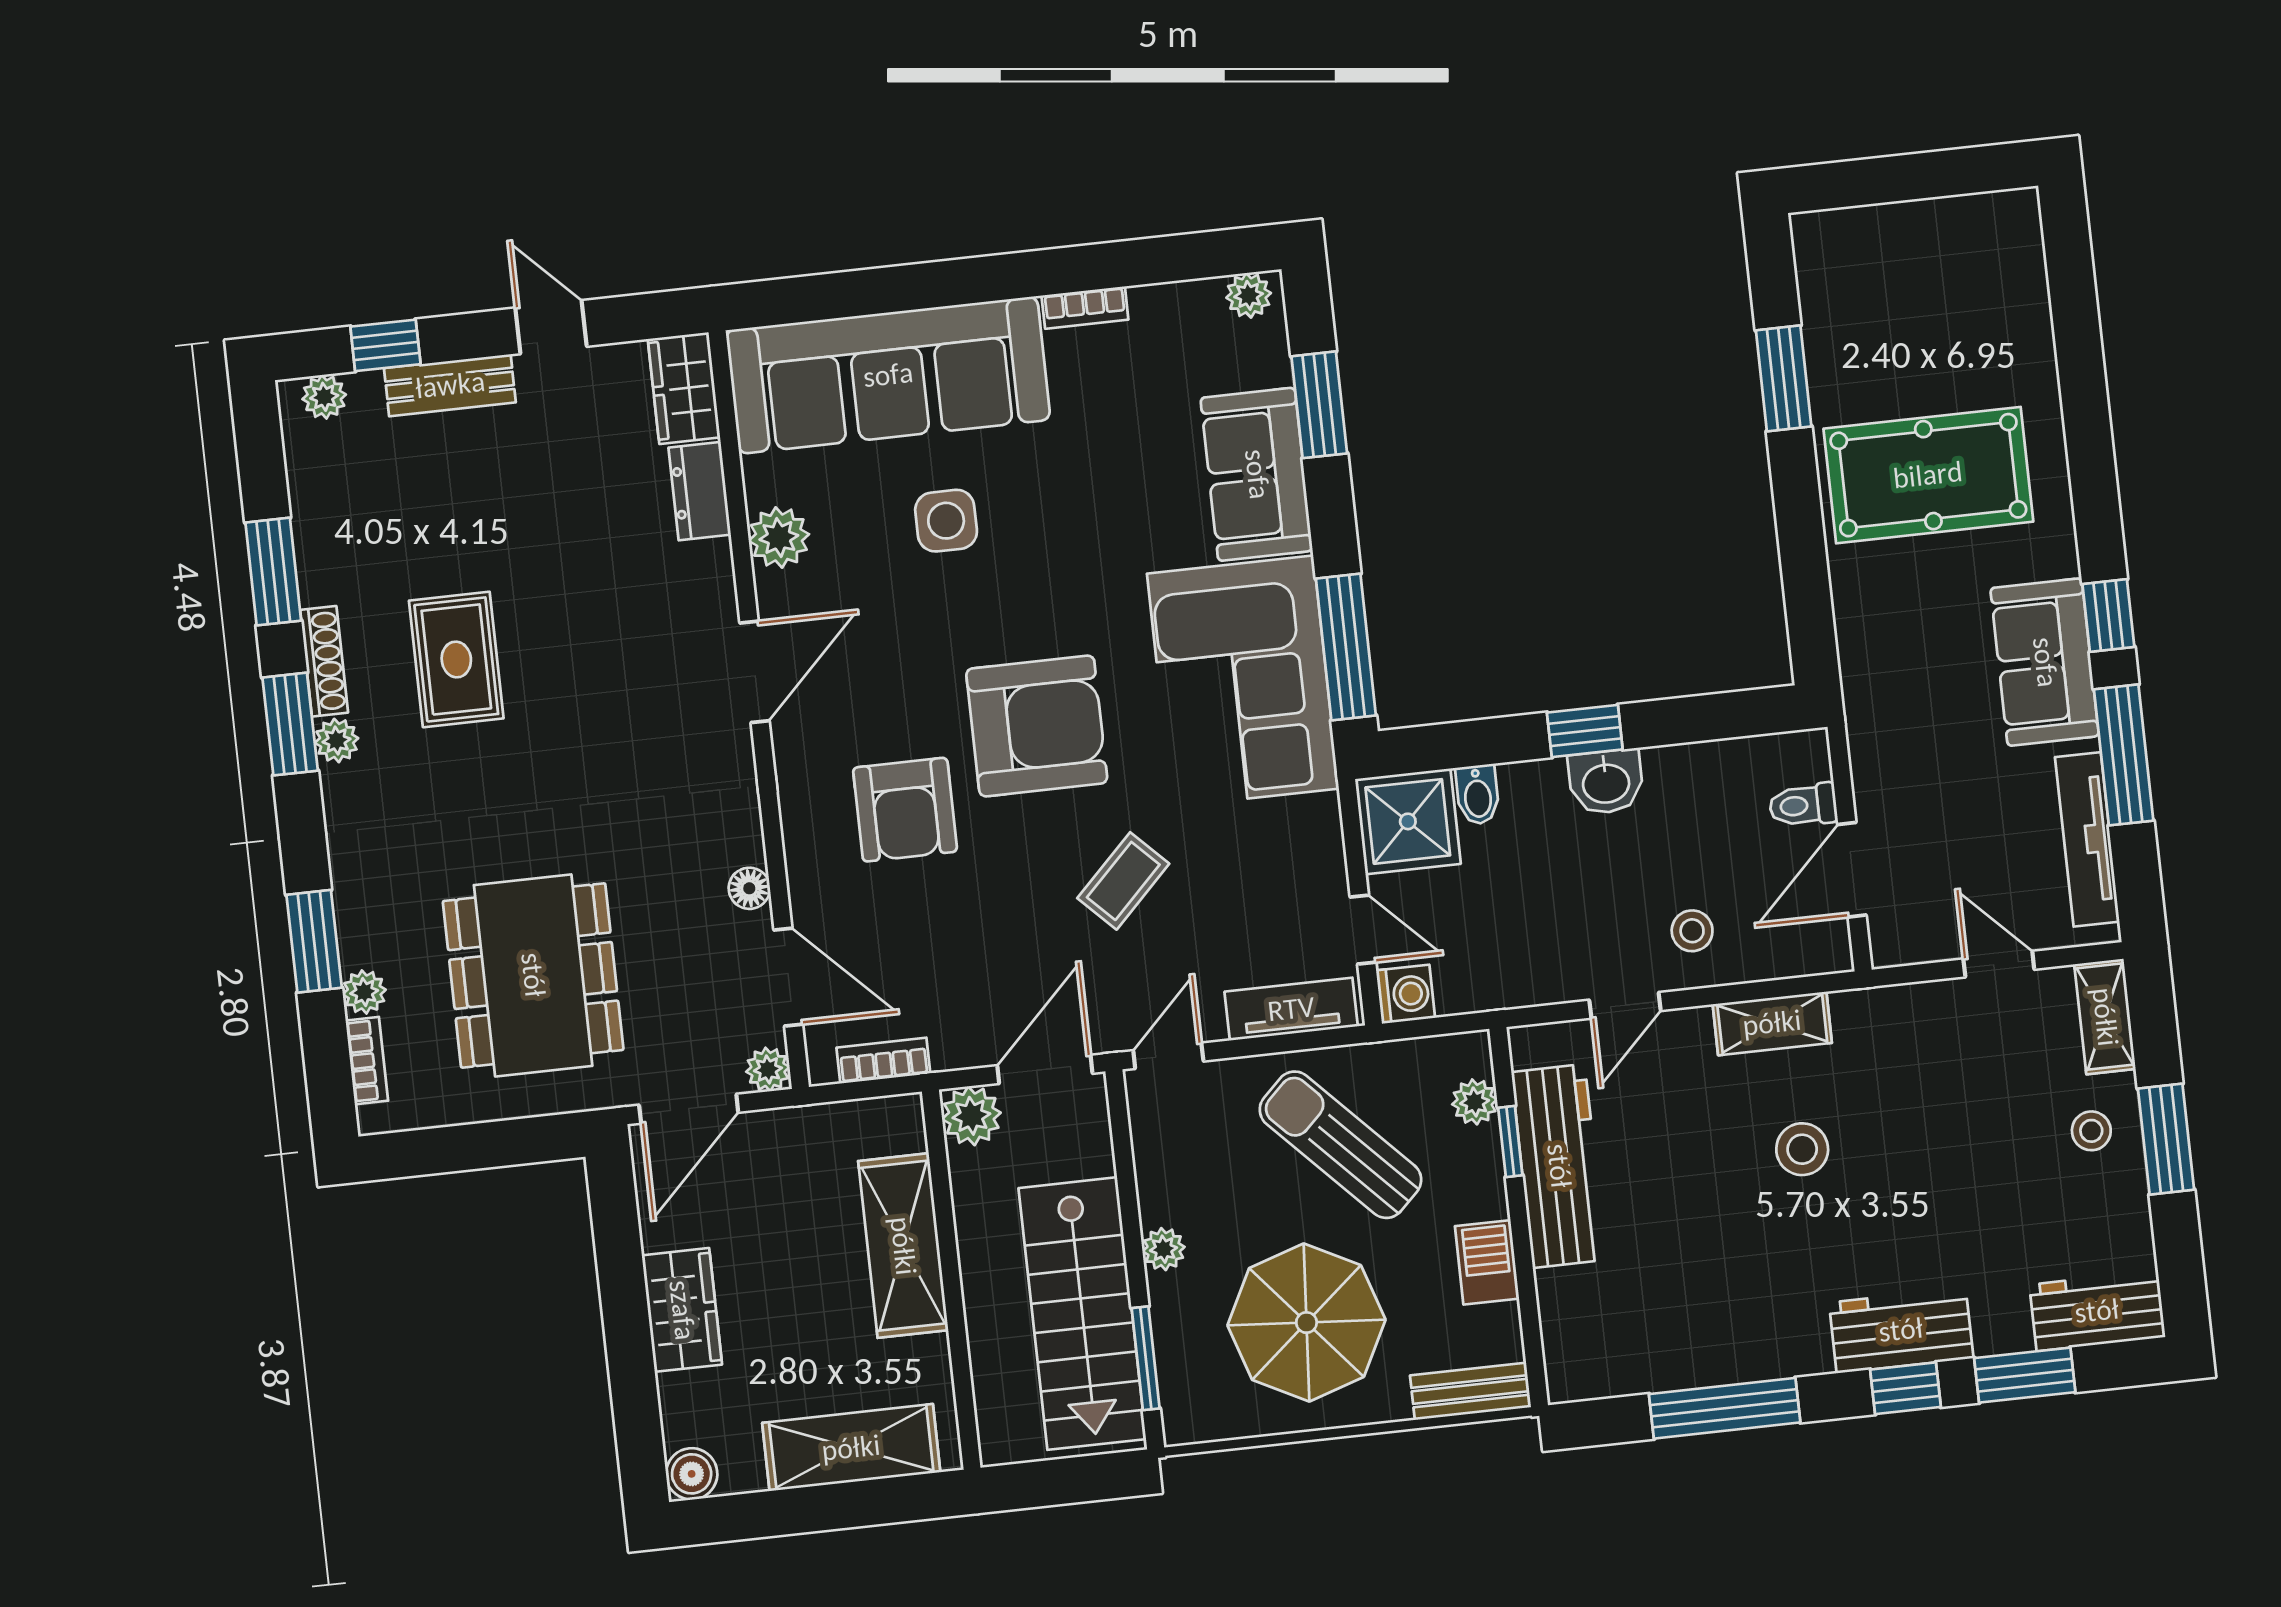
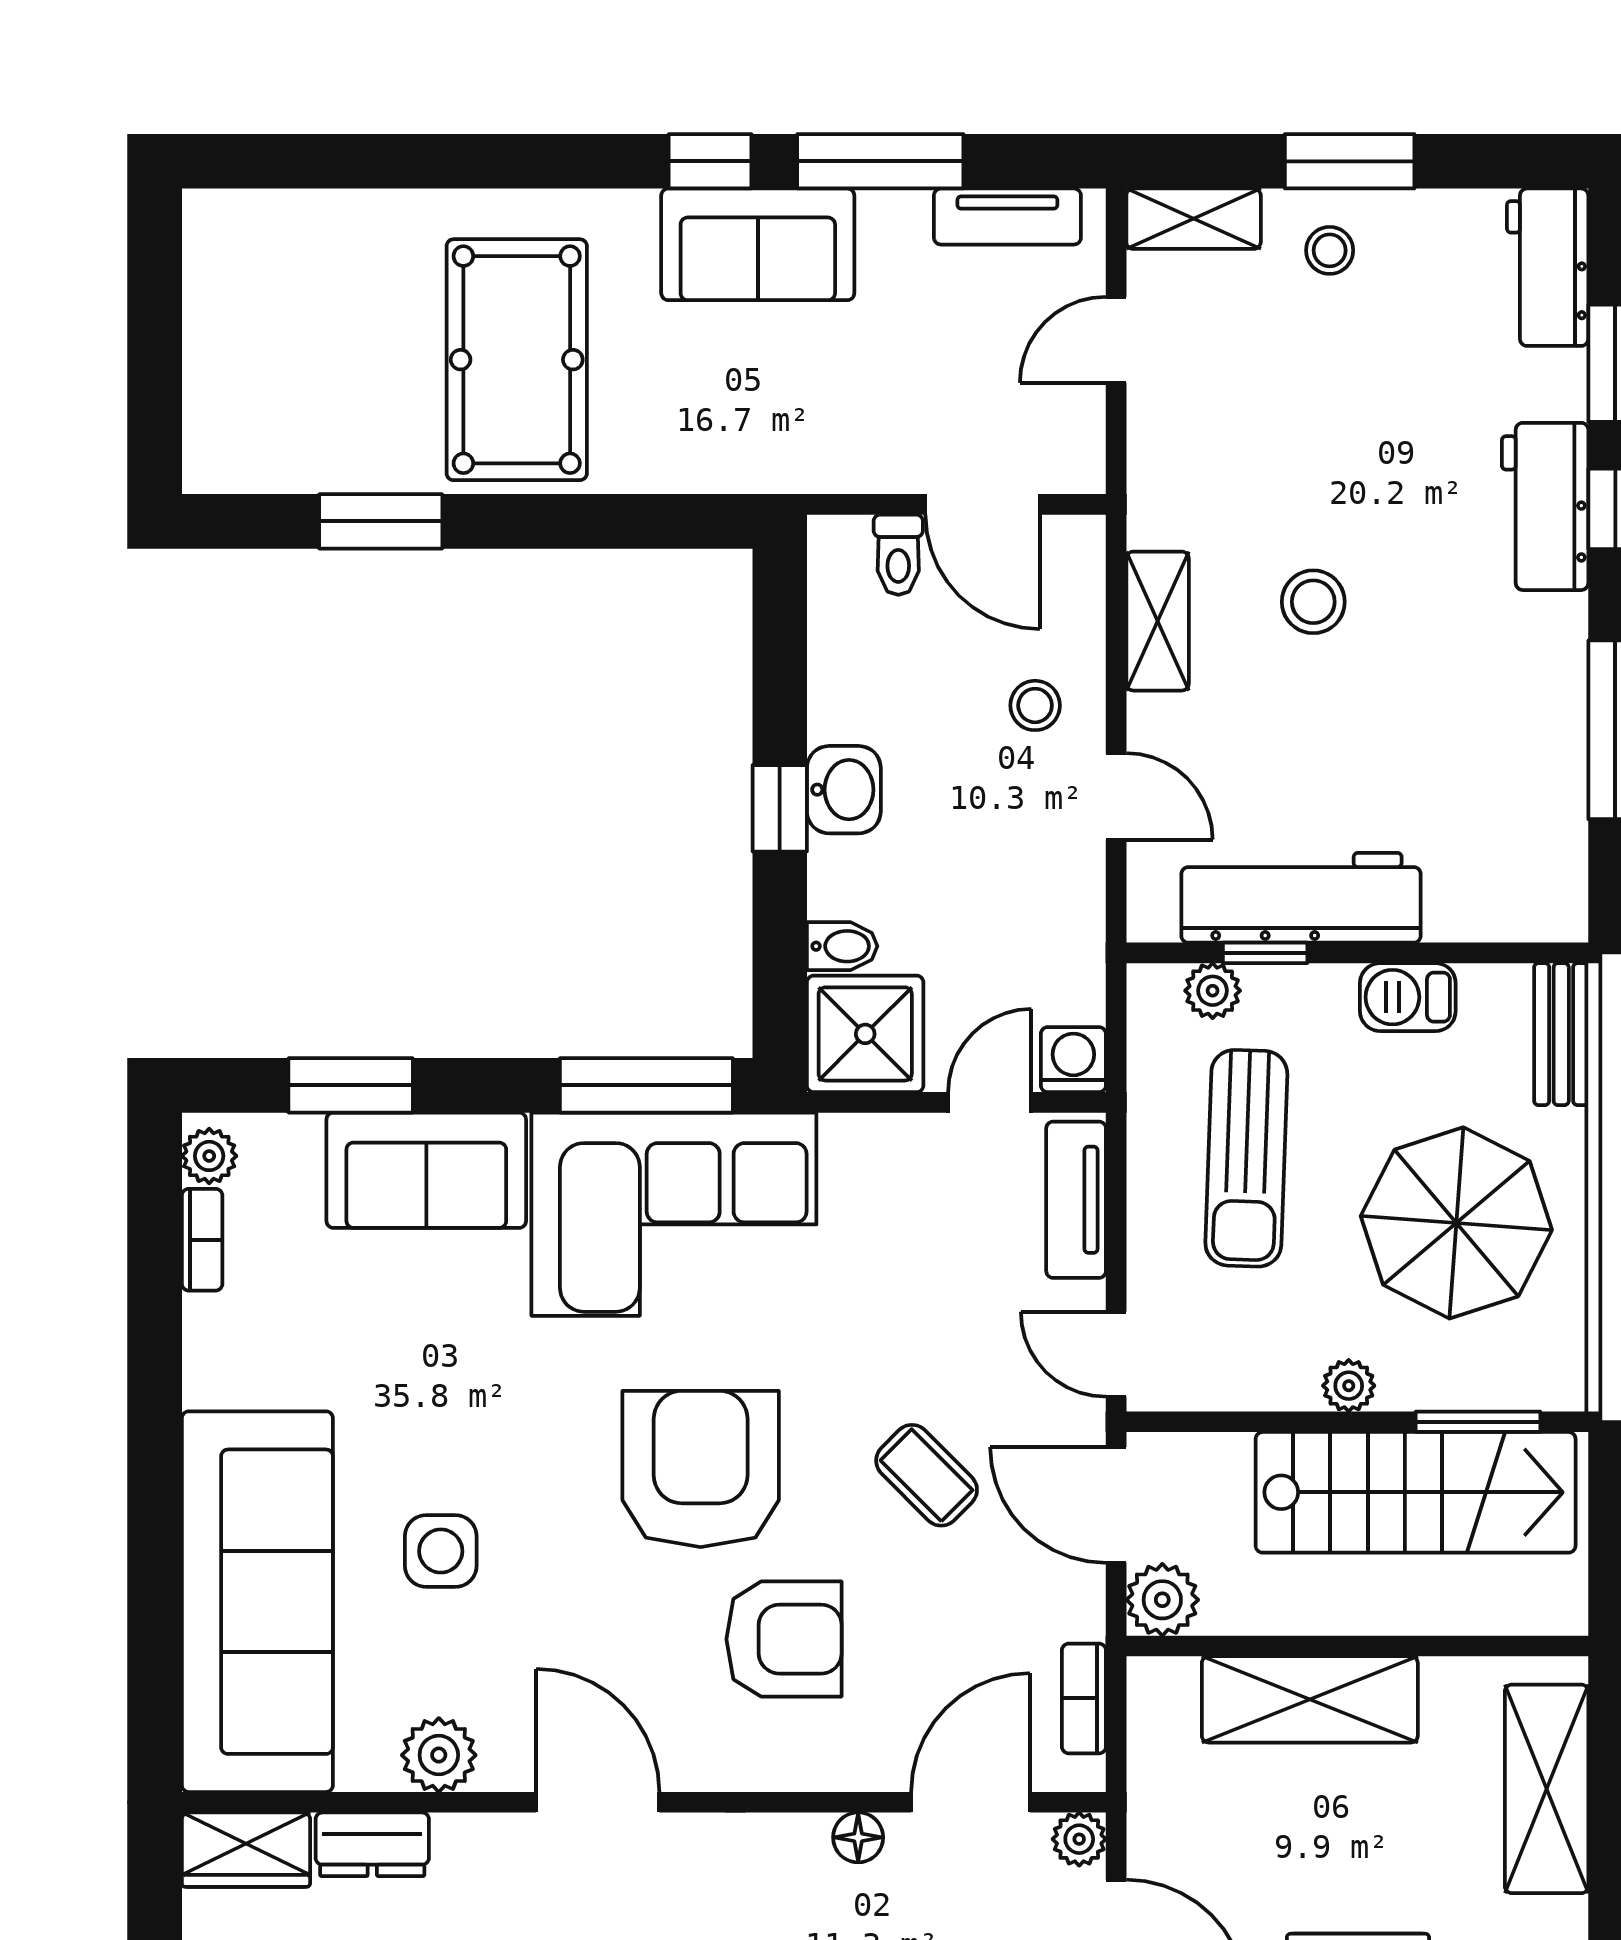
bookcase: (1085, 308) -> (202, 1240), moved
tv unit: (2087, 839) -> (1007, 217), width x0.71
coffee table: (1123, 881) -> (927, 1475), moved
sun lounger: (1340, 1145) -> (1246, 1158), turned -44

